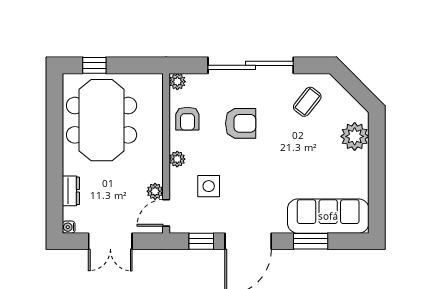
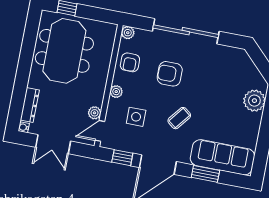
coffee table: (307, 102) -> (179, 118), moved
armchair: (241, 123) -> (170, 74), turned 180
dresser: (71, 191) -> (30, 105), width x1.44

